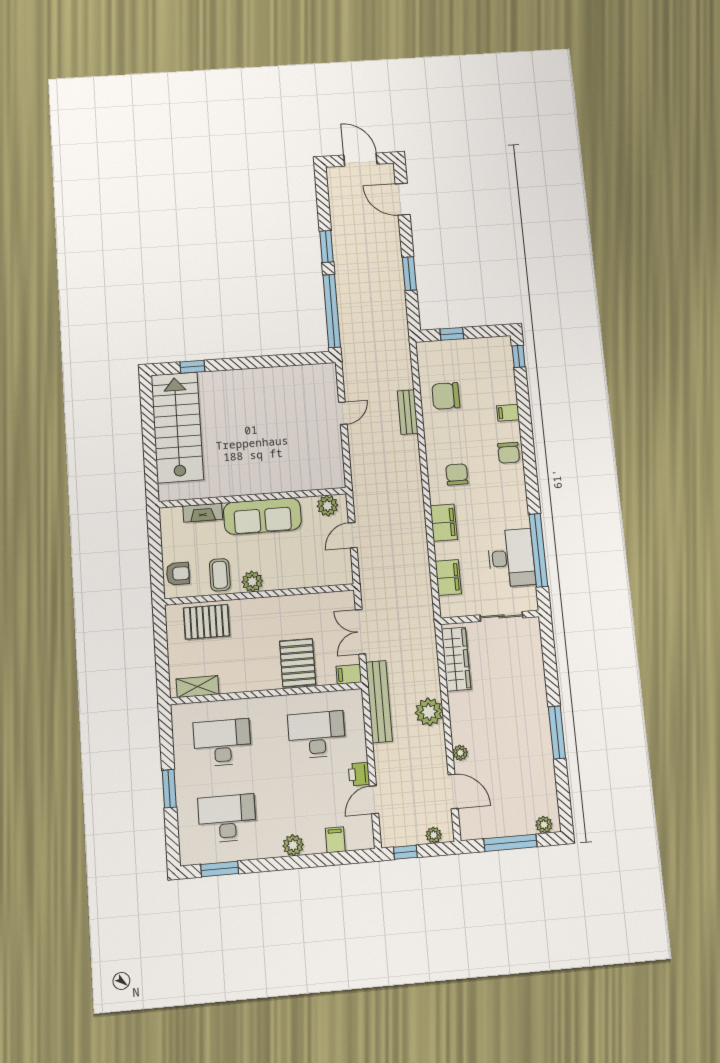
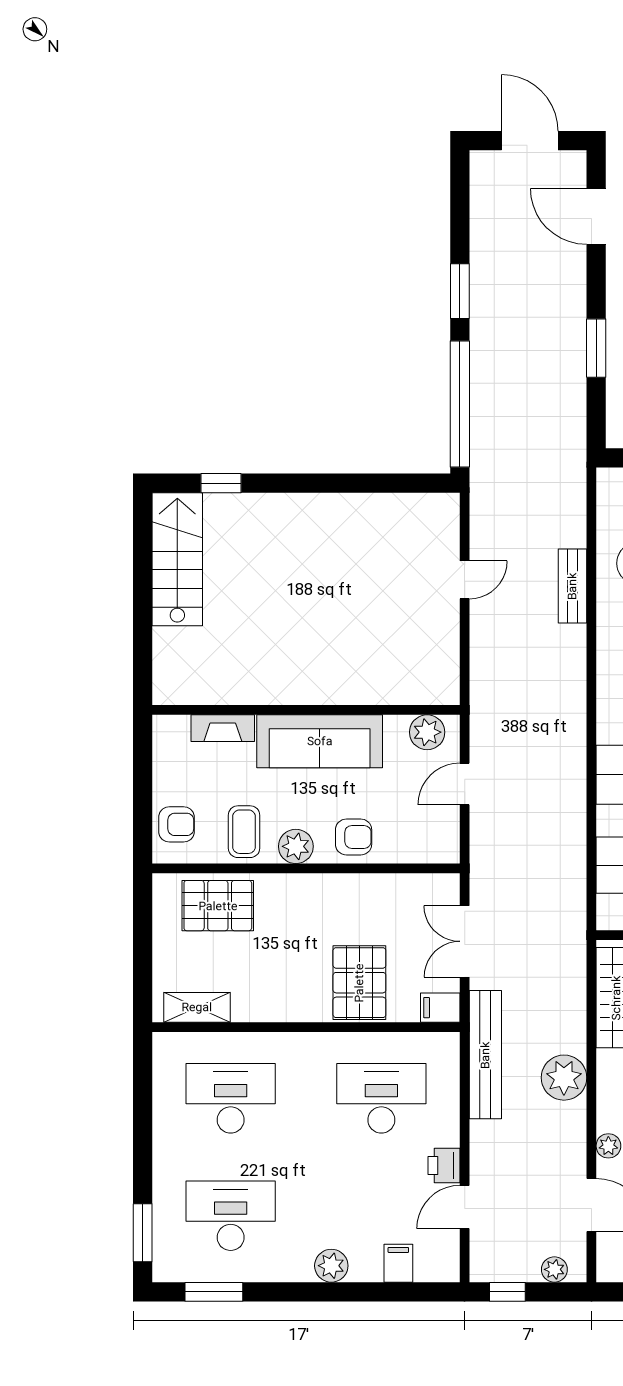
stairs: (177, 427) -> (177, 559), width x0.73, depth x0.66
armchair: (287, 573) -> (354, 837), added
window: (169, 789) -> (143, 1233), moved

